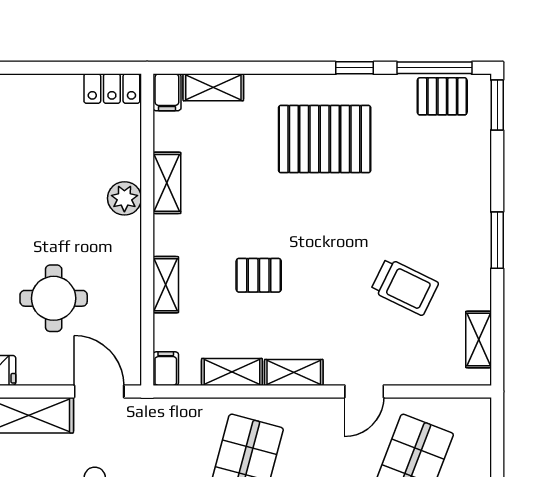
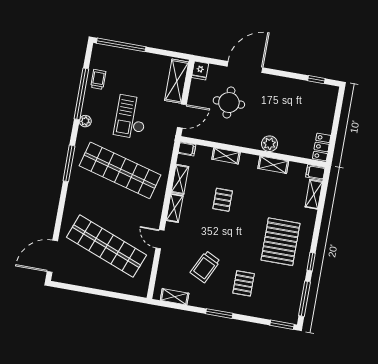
pallet: (442, 96) -> (244, 283), moved

